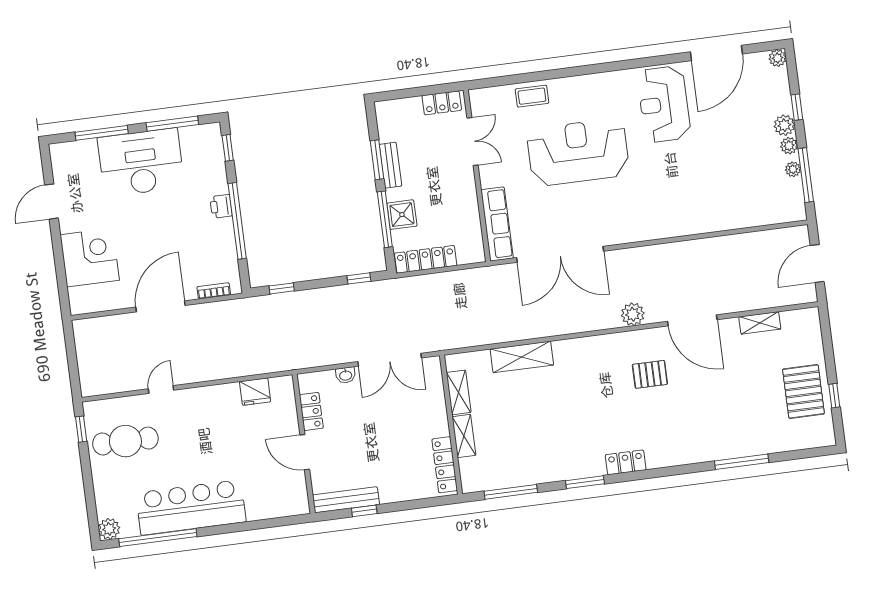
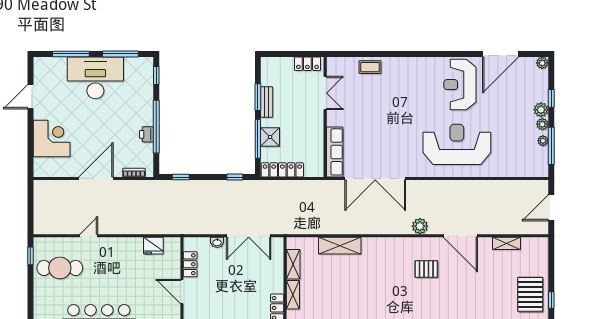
reception desk: (578, 152) -> (457, 144), moved
printer: (221, 206) -> (146, 134), moved

